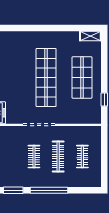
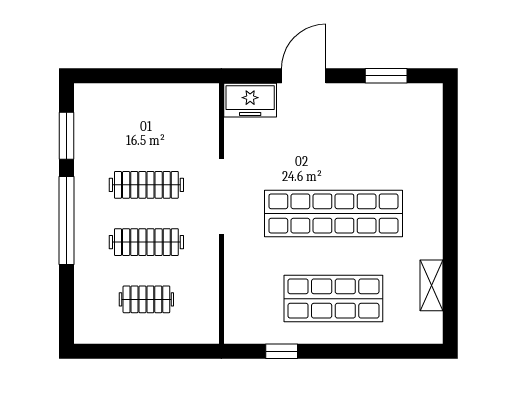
shelving: (90, 36) -> (432, 285), moved
clothes rail: (34, 157) -> (146, 185), width x1.36

